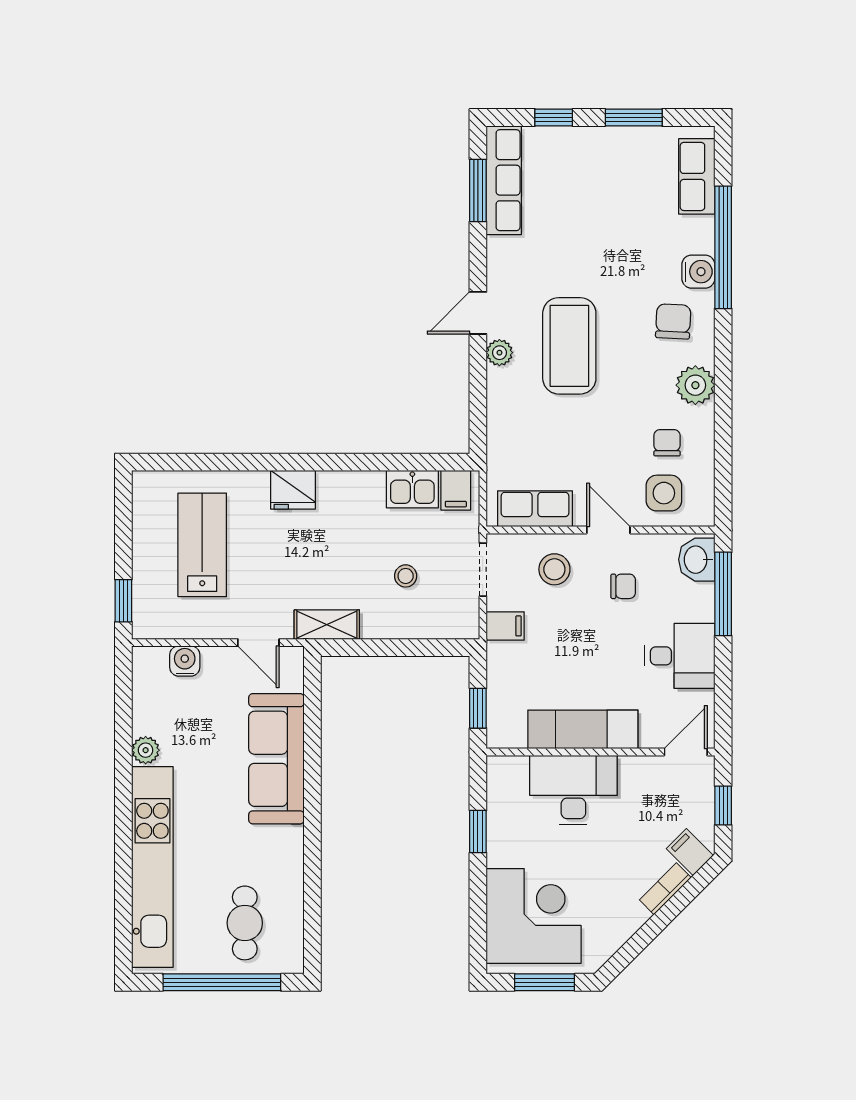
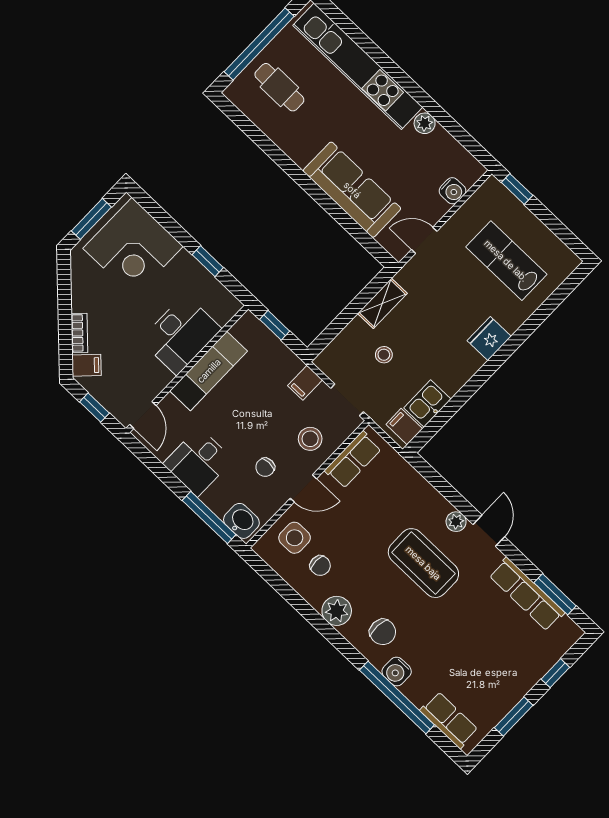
row of seats: (504, 180) -> (527, 594), moved
lab bench: (202, 545) -> (506, 261), turned 180
shelving: (327, 625) -> (382, 303), moved

